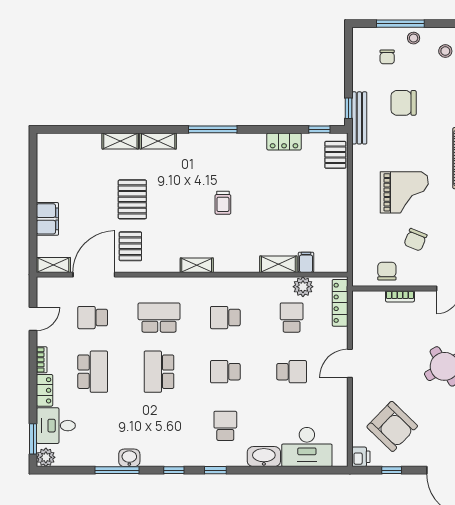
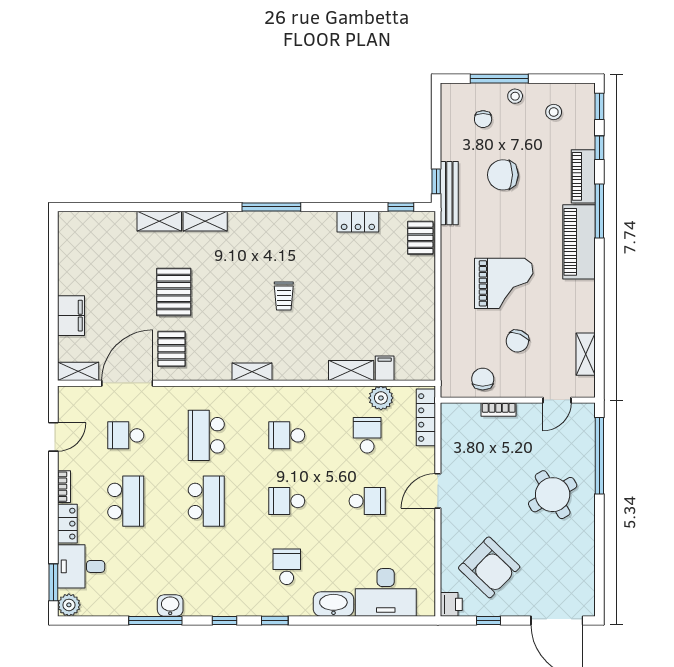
school desk: (159, 318) -> (206, 435), turned -90
school desk: (159, 372) -> (206, 501), turned 180

